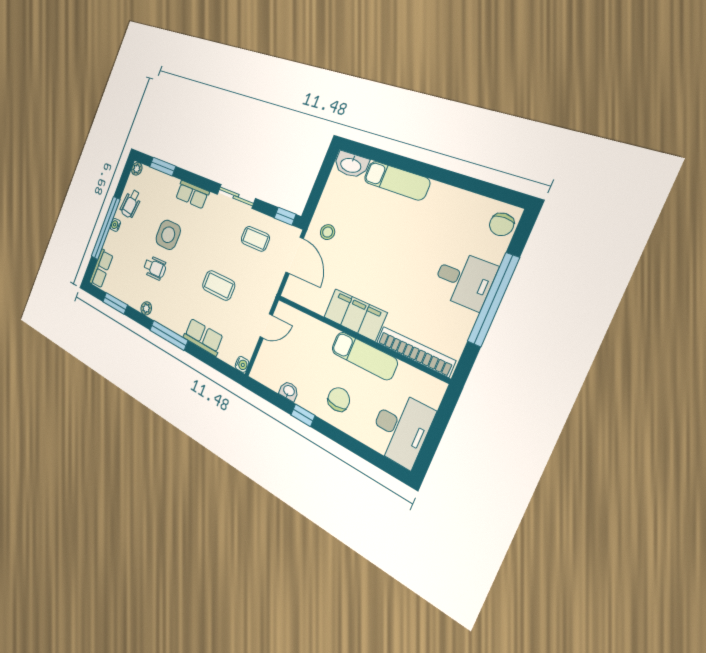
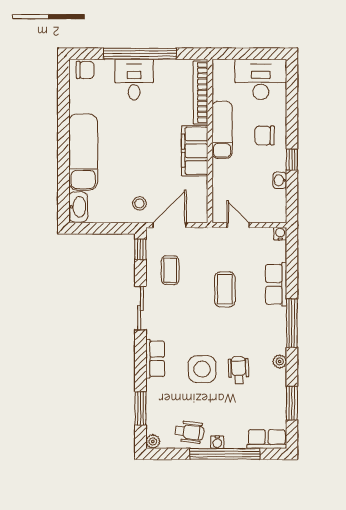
exam couch: (397, 181) -> (83, 152), width x1.36, depth x1.45

